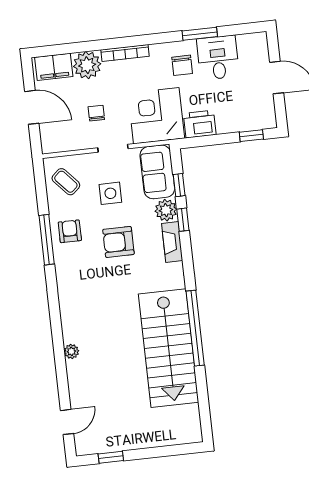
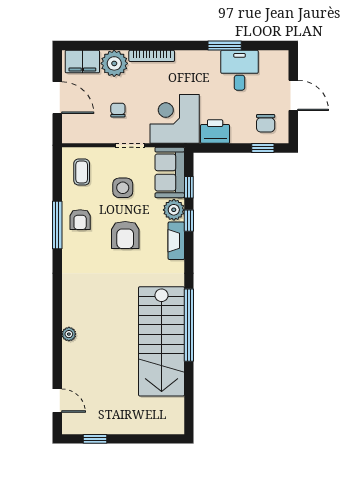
chair: (182, 65) -> (266, 123), moved
coffee table: (66, 182) -> (82, 172), turned 42
armchair: (70, 231) -> (80, 220), turned 180
armchair: (118, 242) -> (125, 235), turned -90
door: (67, 422) -> (57, 401), hinge flipped

